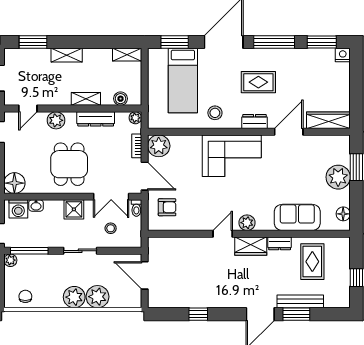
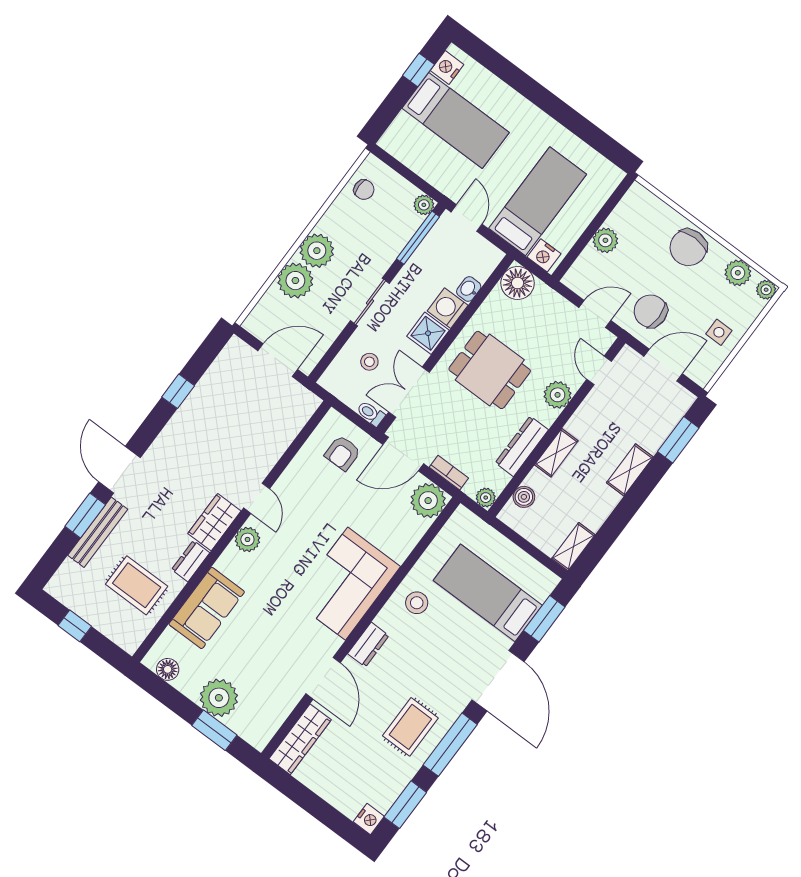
rug: (258, 82) -> (410, 727), moved
washing machine: (18, 209) -> (448, 308), moved

